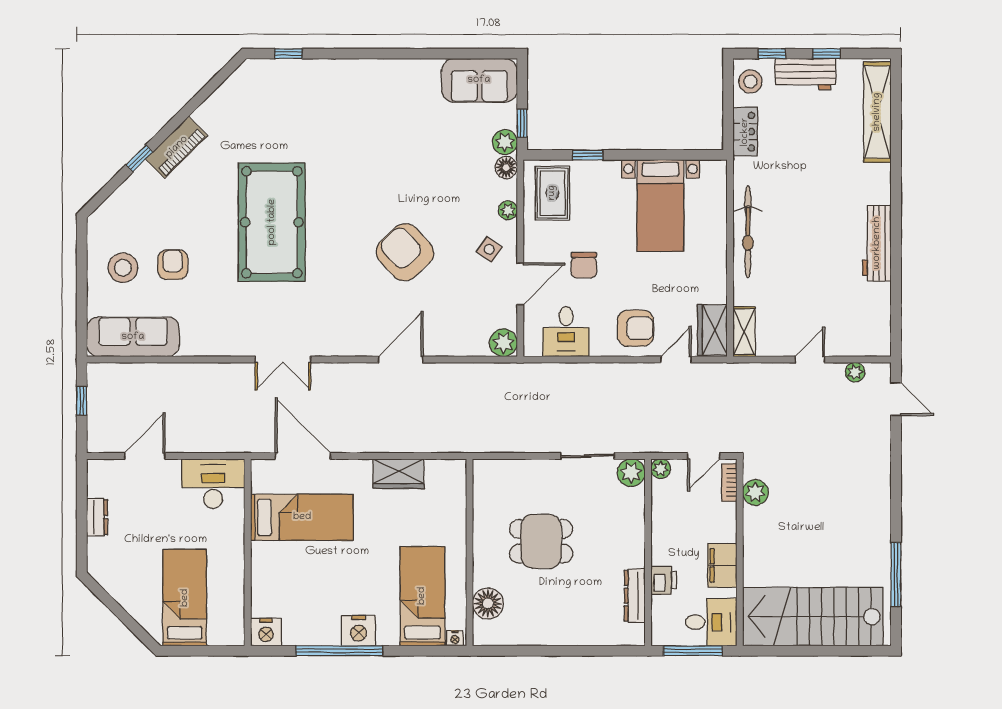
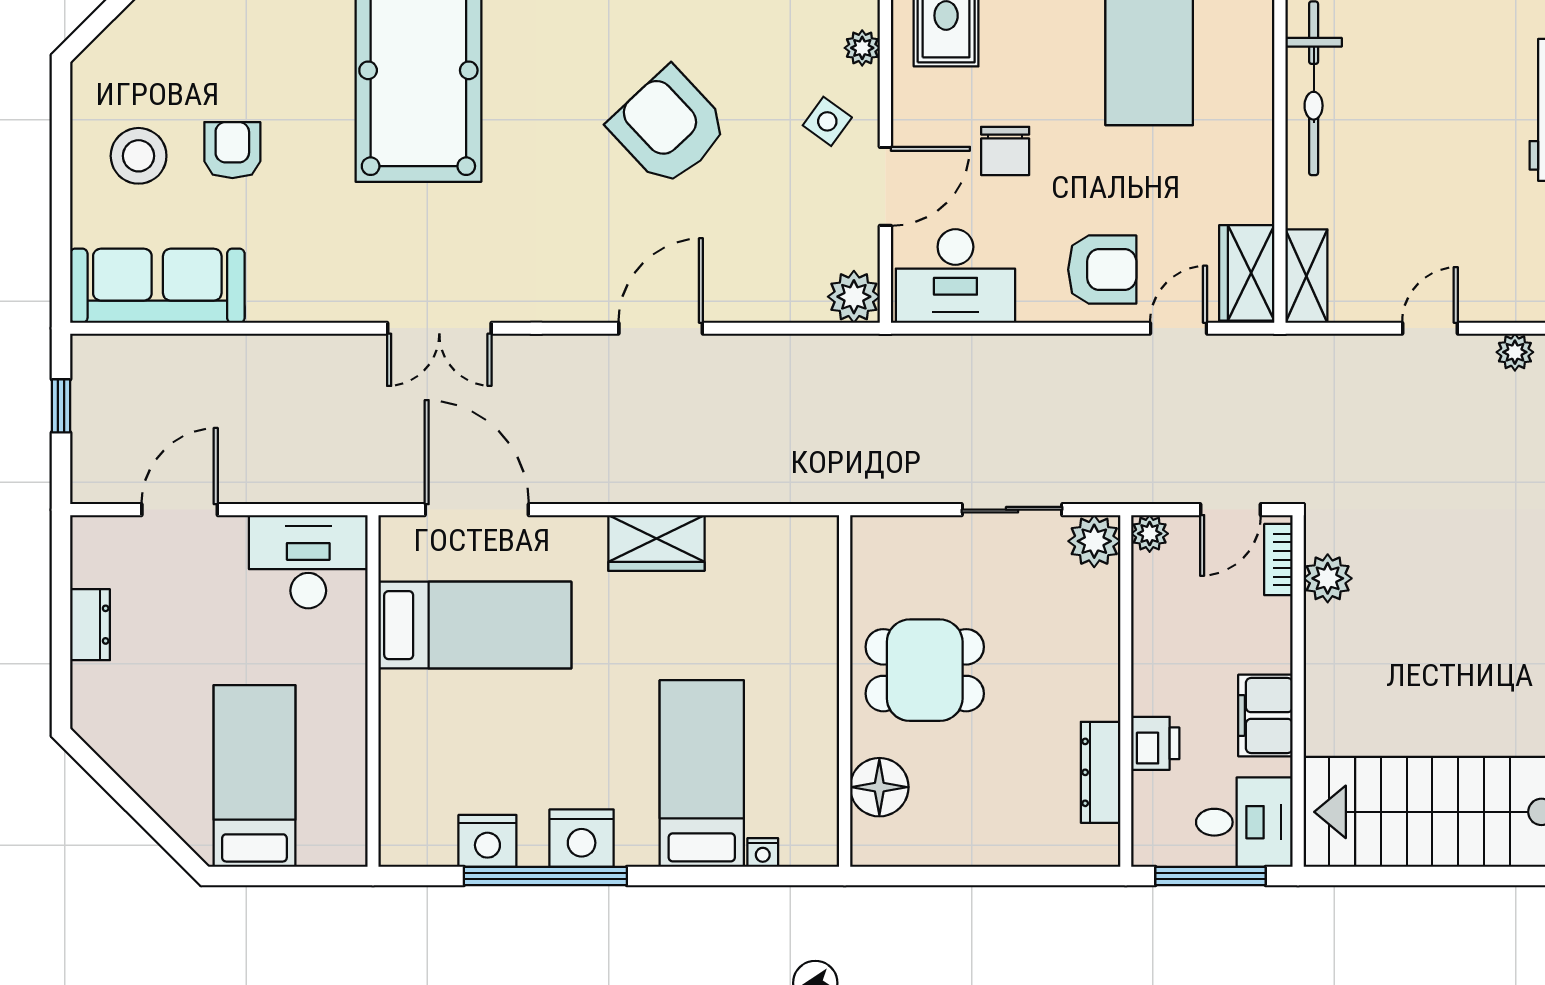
desk: (566, 332) -> (955, 276), width x1.37
wall: (470, 552) -> (845, 691), moved
floor lamp: (488, 603) -> (879, 787), moved
nightstand: (266, 632) -> (487, 841), moved

